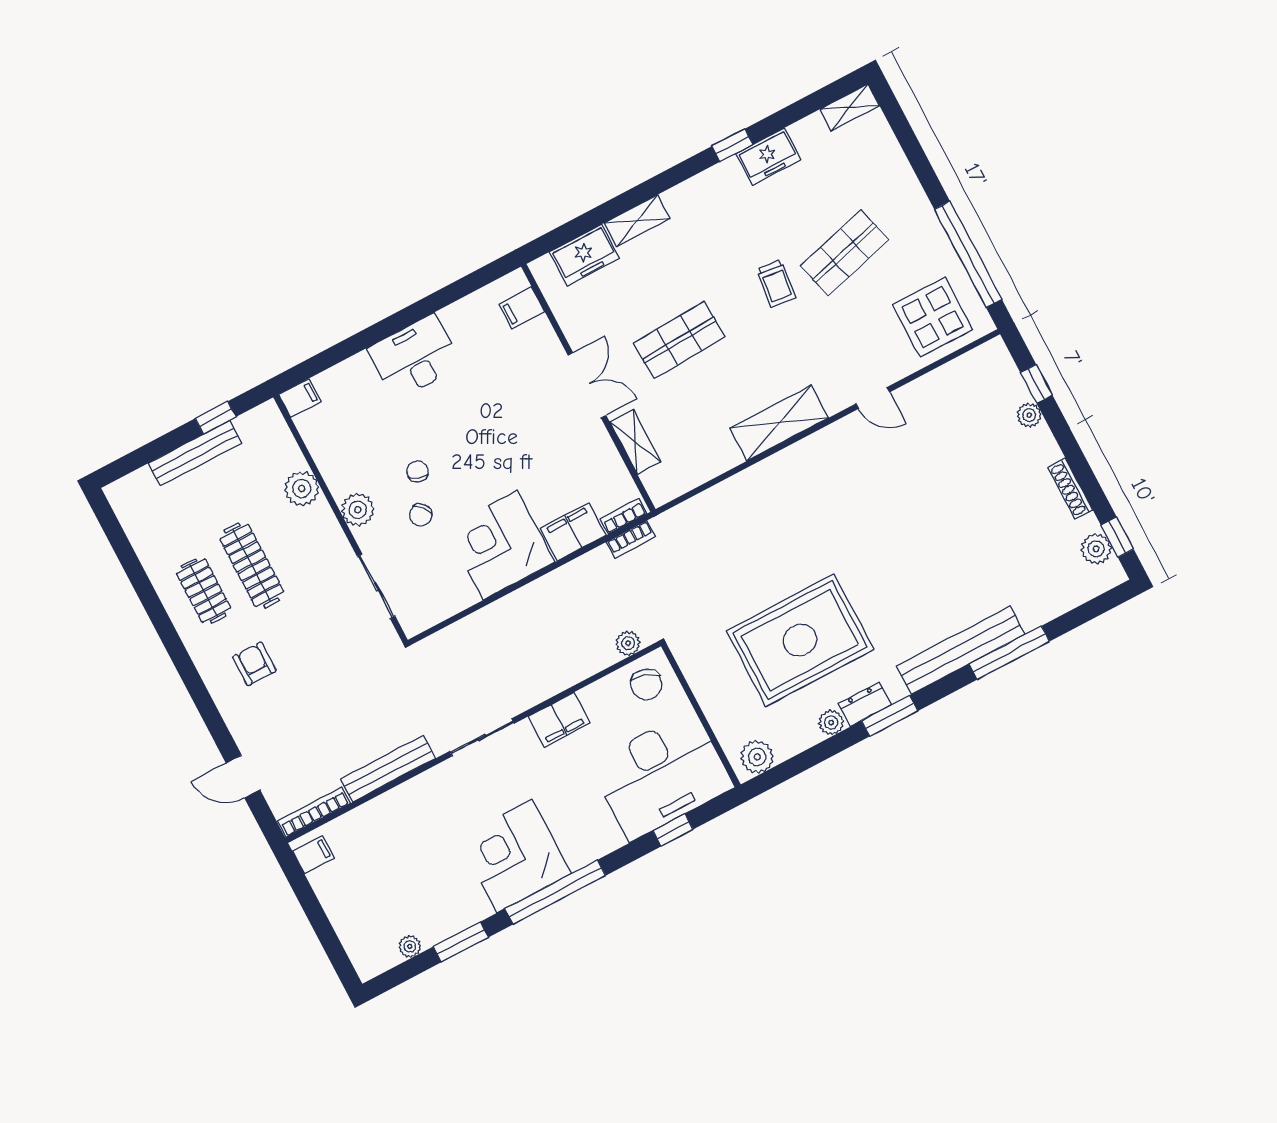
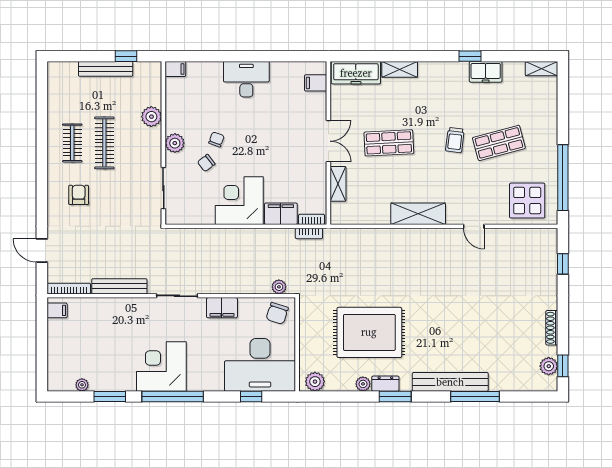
freezer: (585, 255) -> (356, 73), width x1.40
plant: (1029, 415) -> (551, 278), removed

